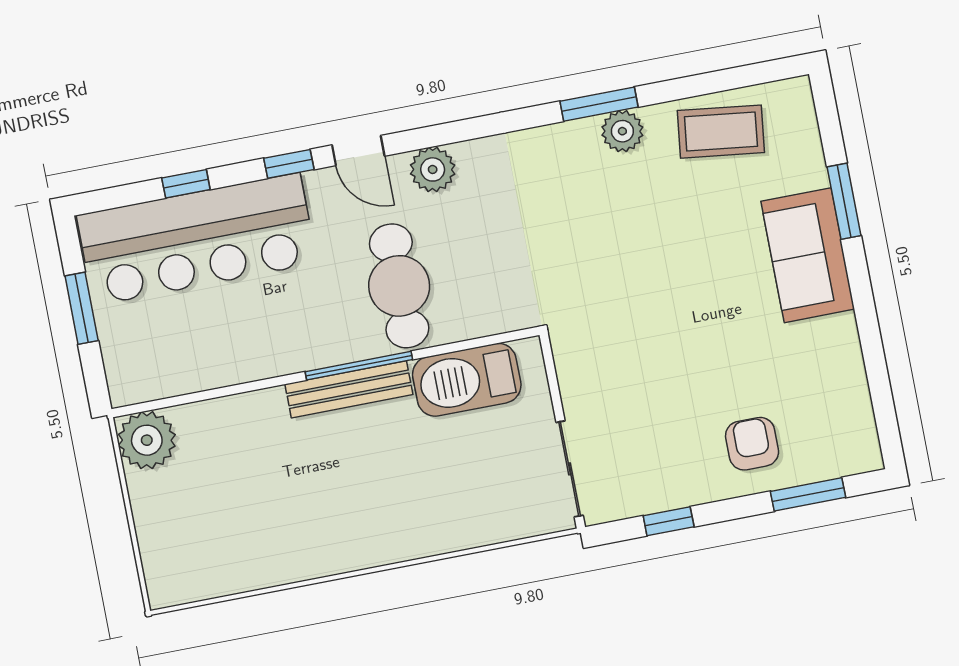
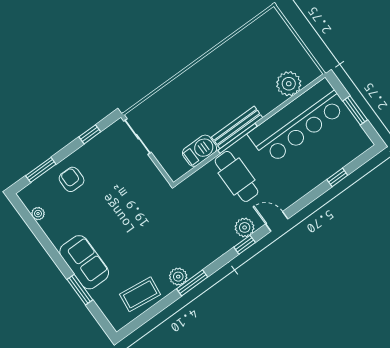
window: (289, 164) -> (245, 245), moved
bar counter: (197, 239) -> (298, 121), moved, turned 180
barbecue: (467, 380) -> (200, 151), width x0.73, depth x0.83
plant: (857, 404) -> (38, 214), added
plant: (147, 440) -> (289, 84), moved
armchair: (752, 444) -> (72, 179), turned 180

